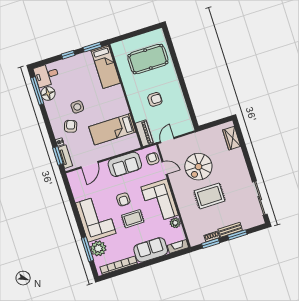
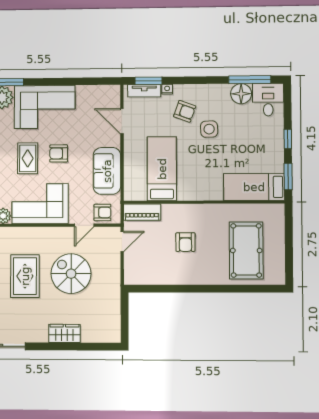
wardrobe: (232, 138) -> (64, 333), moved
door: (167, 140) -> (122, 241), hinge flipped

